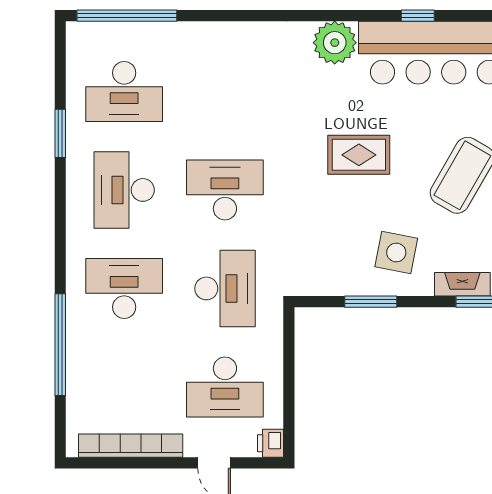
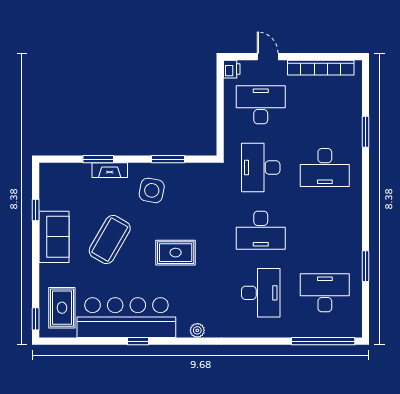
plant: (335, 43) -> (197, 330), width x0.53, depth x0.53
desk: (124, 190) -> (261, 293), moved
window: (60, 345) -> (365, 132), width x0.47

